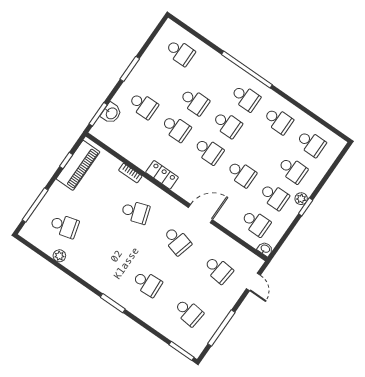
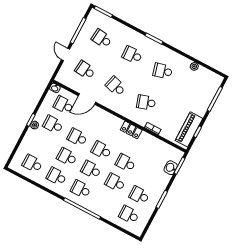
school desk: (143, 105) -> (139, 195), moved
school desk: (293, 170) -> (67, 157), moved
door: (200, 214) -> (87, 99), moved
school desk: (64, 226) -> (163, 71), moved
door: (253, 282) -> (66, 54), moved

